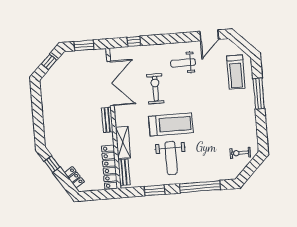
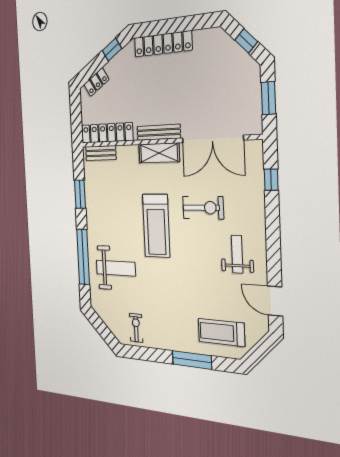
bench: (107, 120) -> (159, 132), width x1.36
locker: (49, 123) -> (163, 44), added
shelving: (123, 142) -> (159, 153), moved
exercise bike: (240, 153) -> (136, 328), moved
weight bench: (171, 158) -> (116, 268), moved, turned 180

